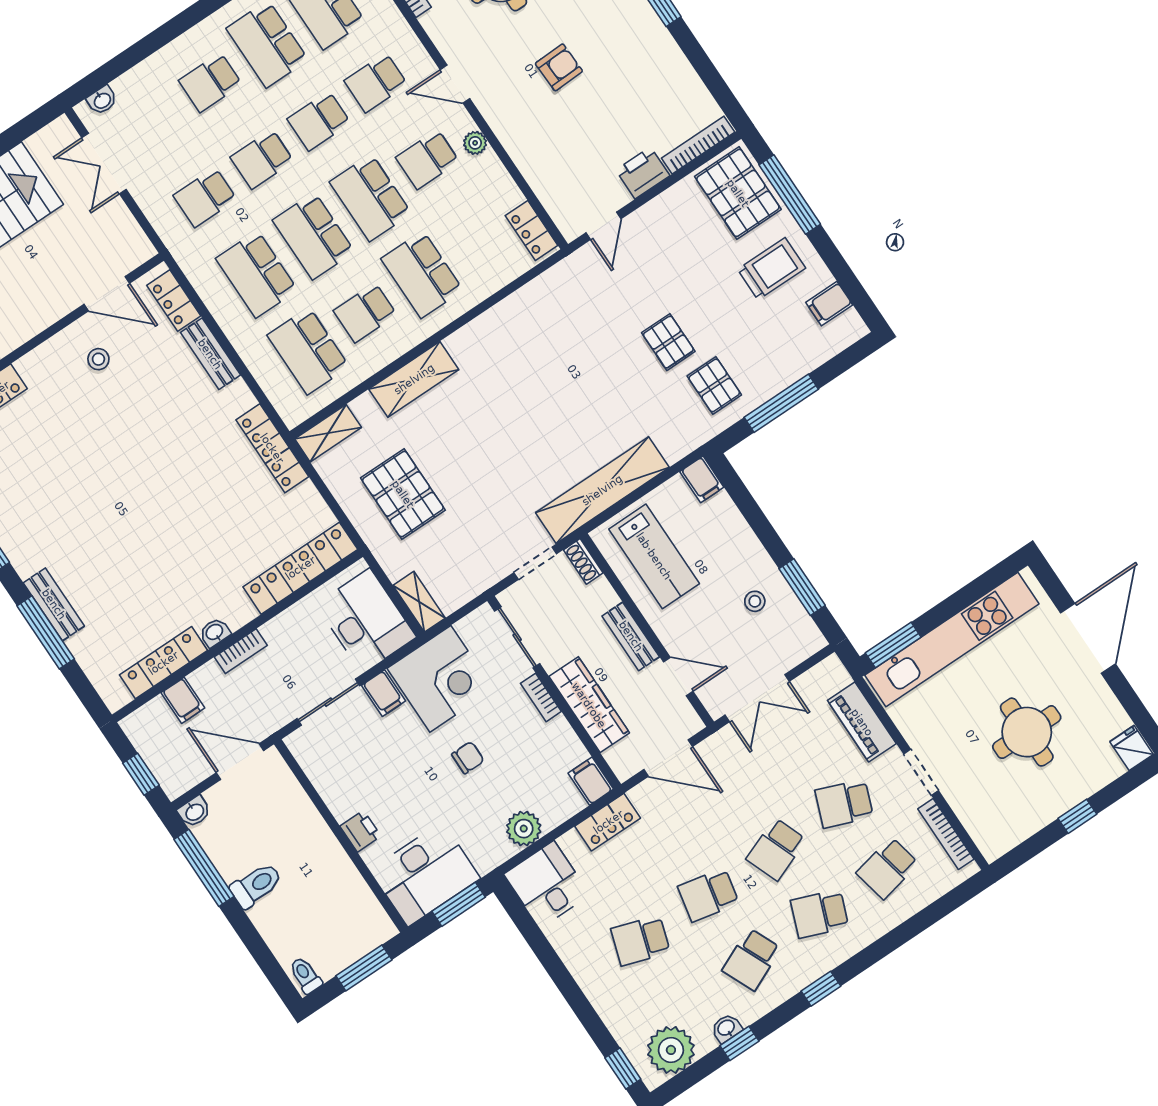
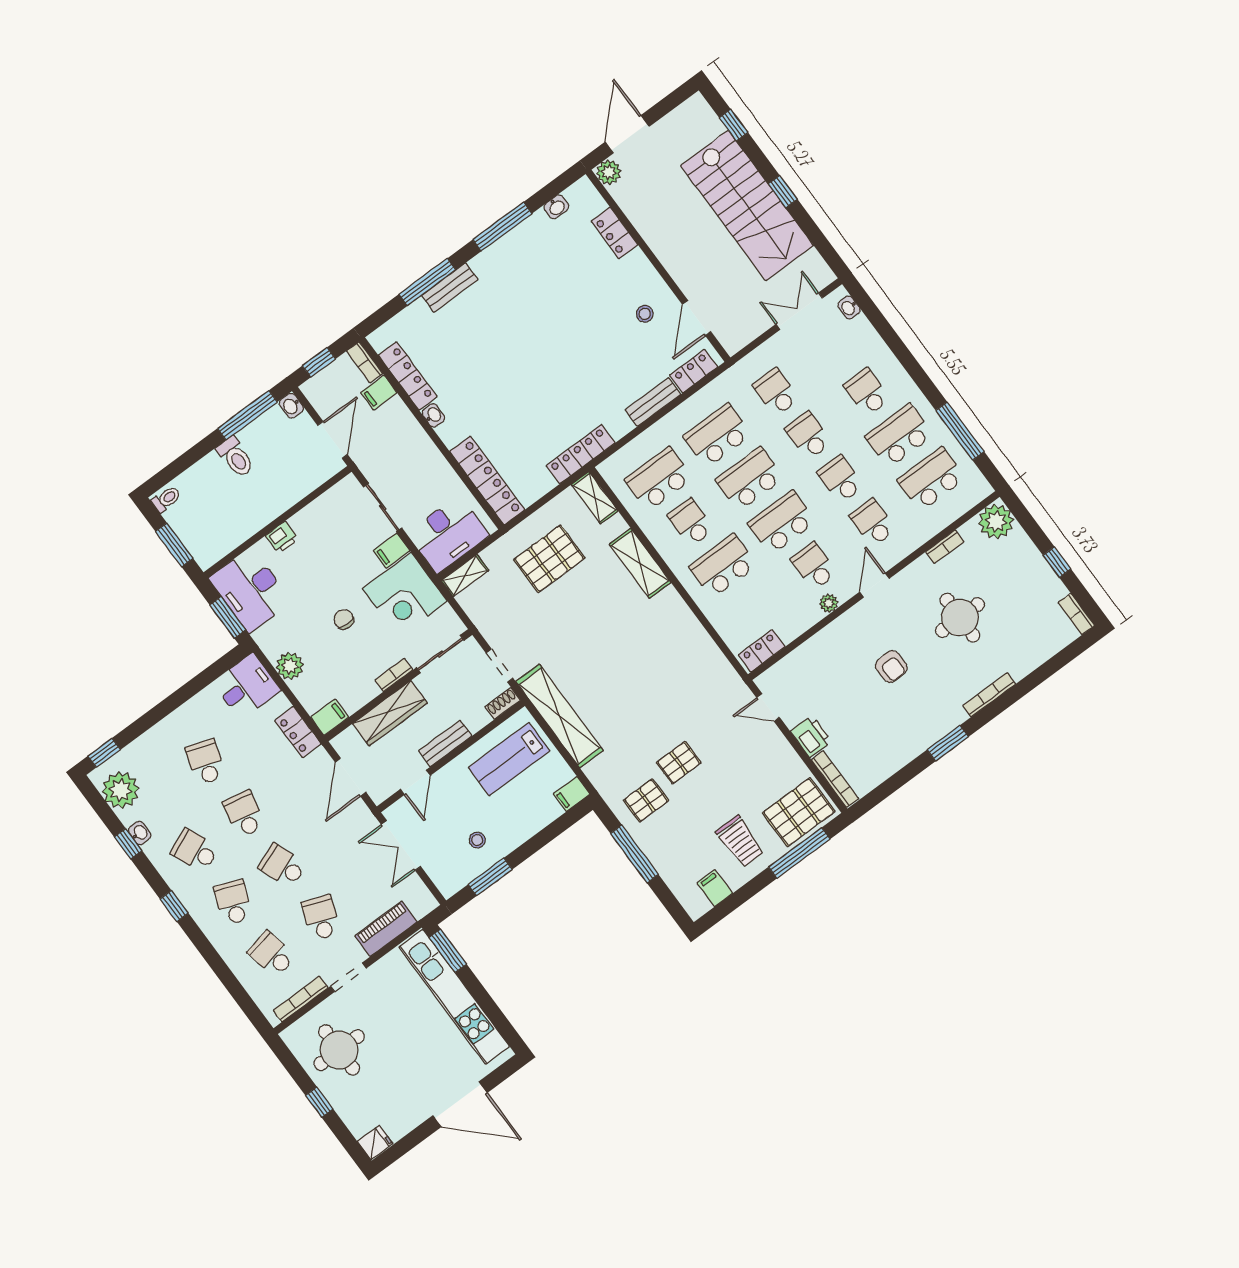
bookcase: (241, 651) -> (365, 362), moved
round table: (1027, 732) -> (339, 1050), moved
chair: (468, 758) -> (344, 619), turned 180

